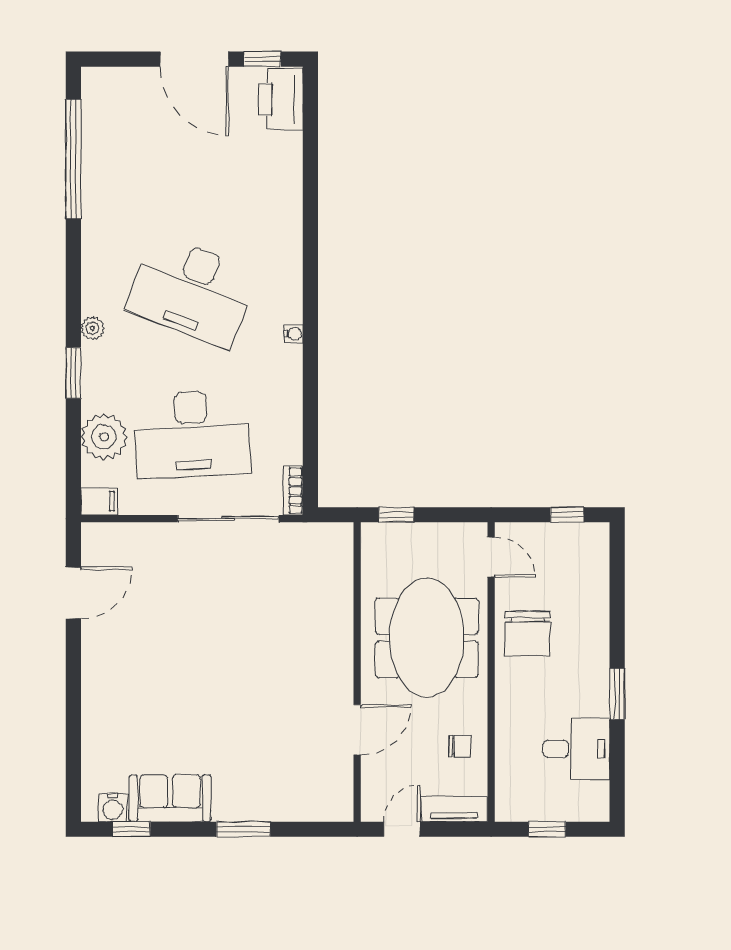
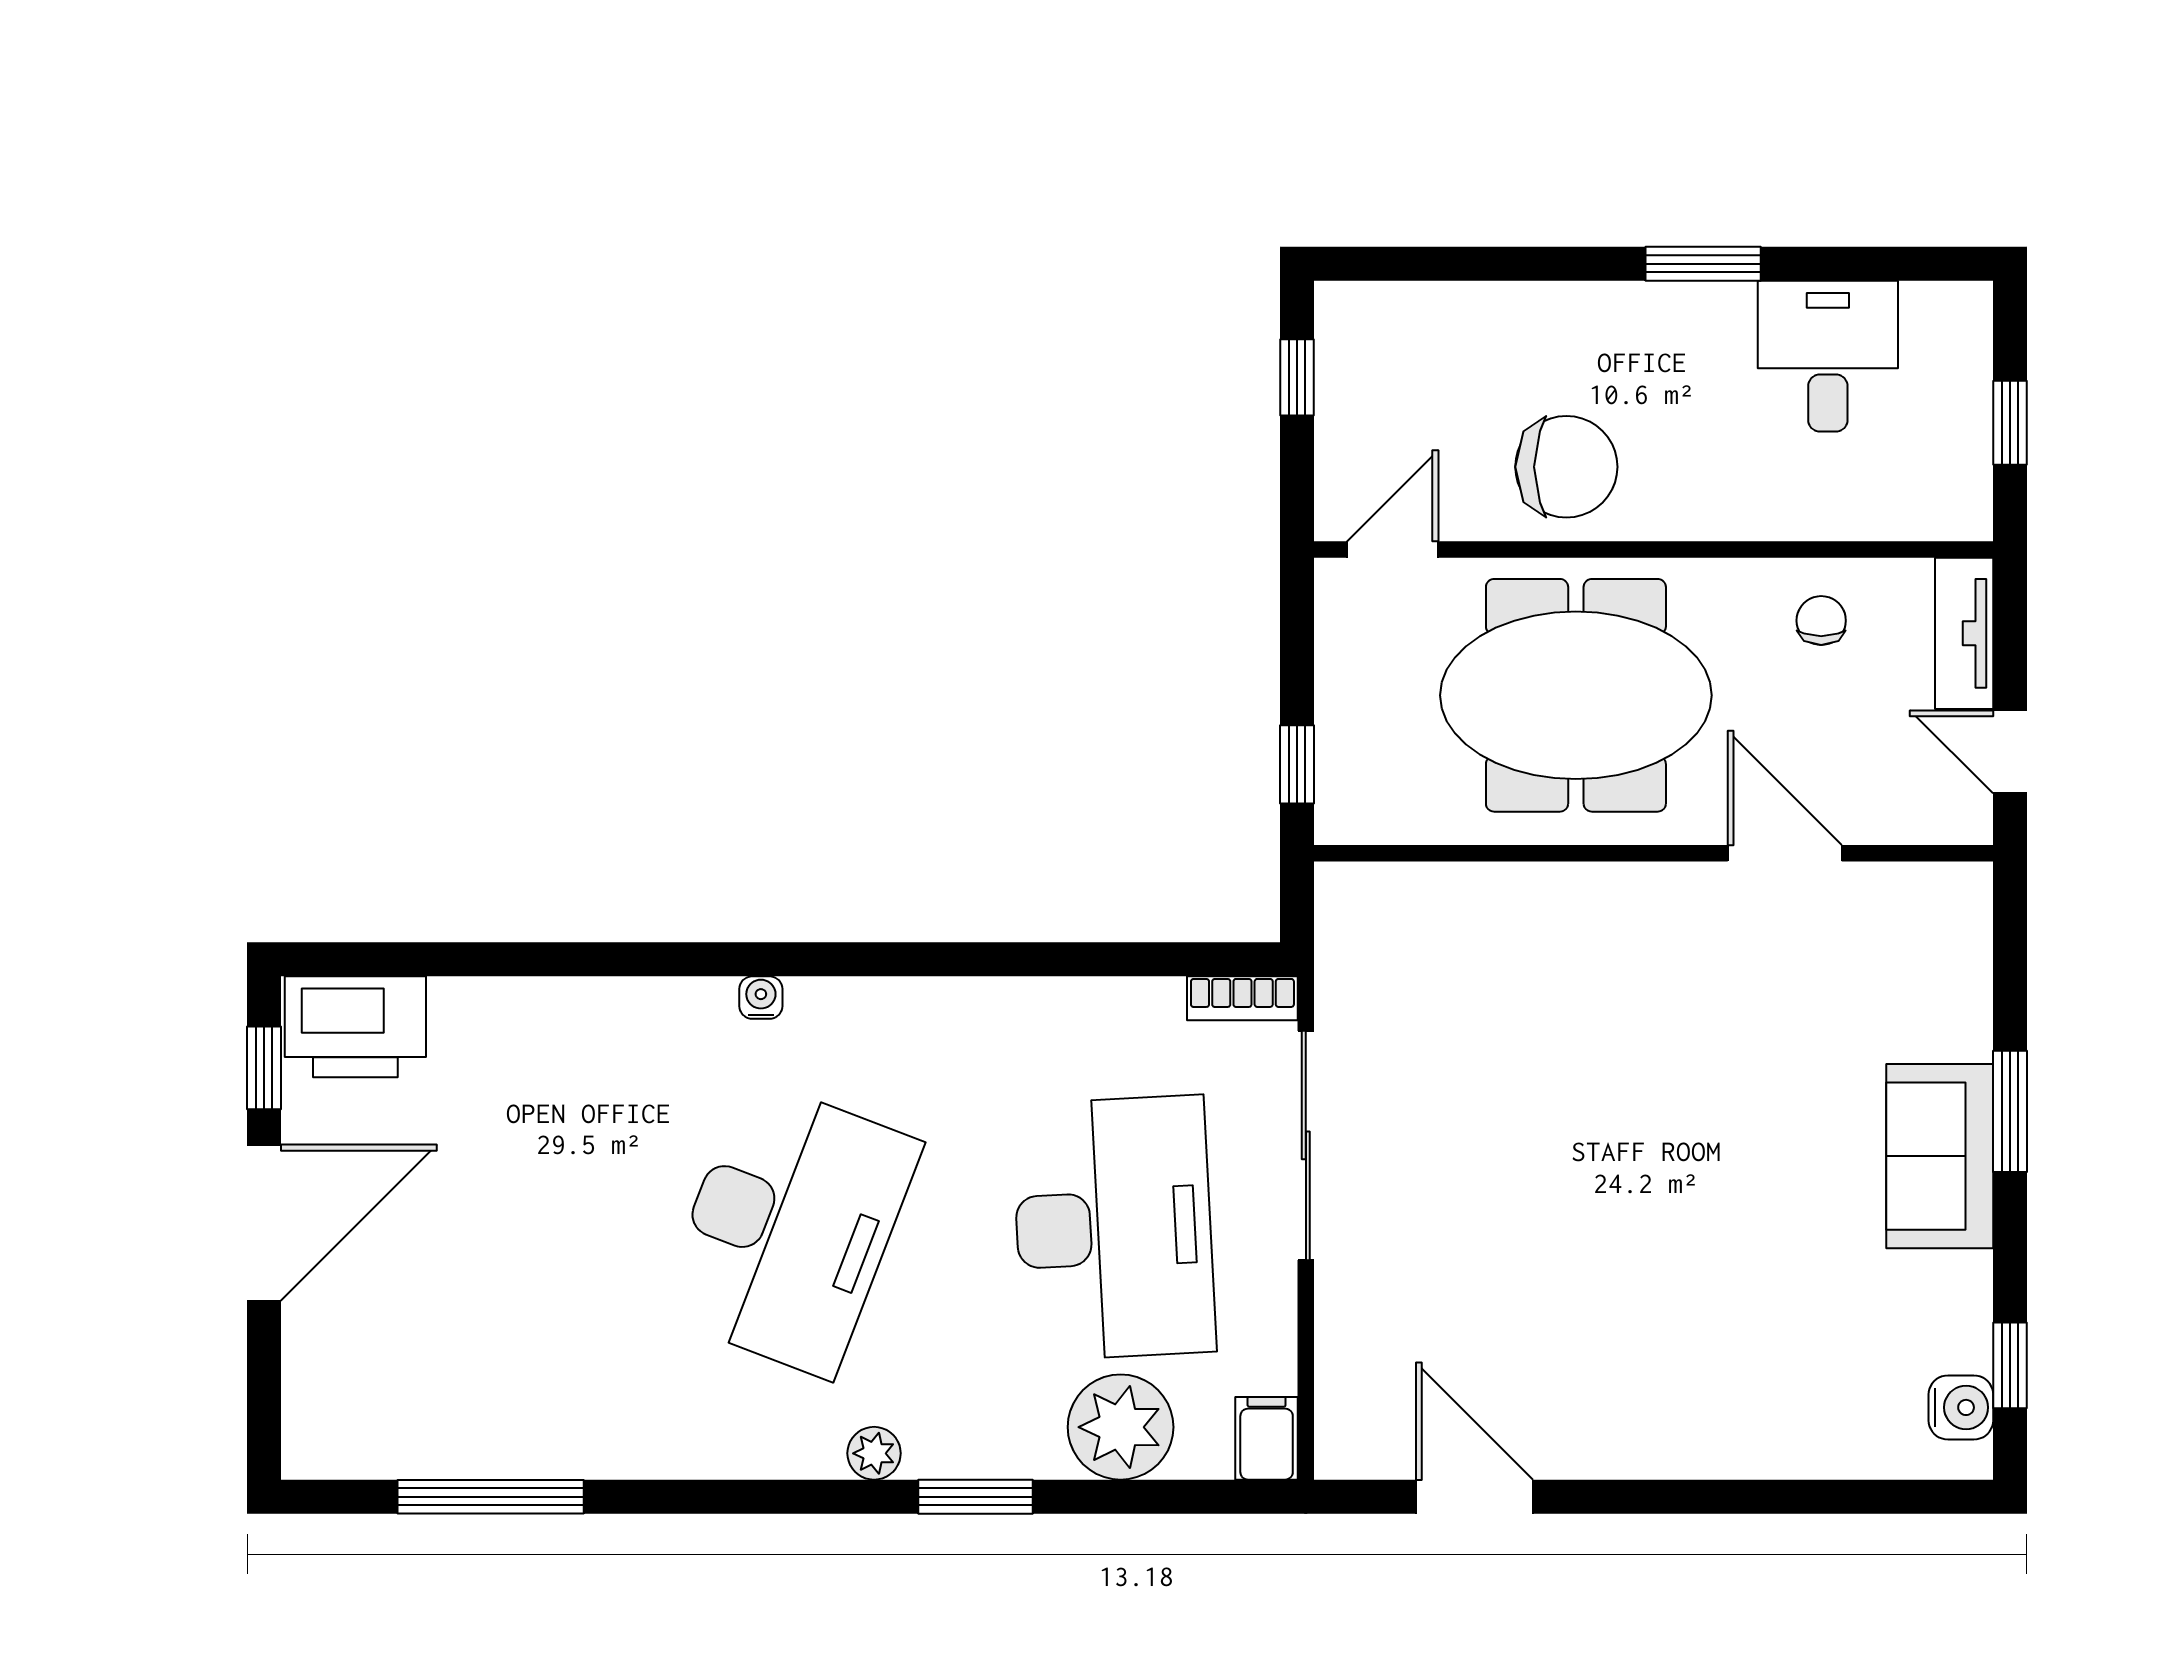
window: (73, 159) -> (491, 1497), width x0.68
water cooler: (293, 334) -> (761, 998), moved
sofa: (170, 798) -> (1940, 1156), moved

